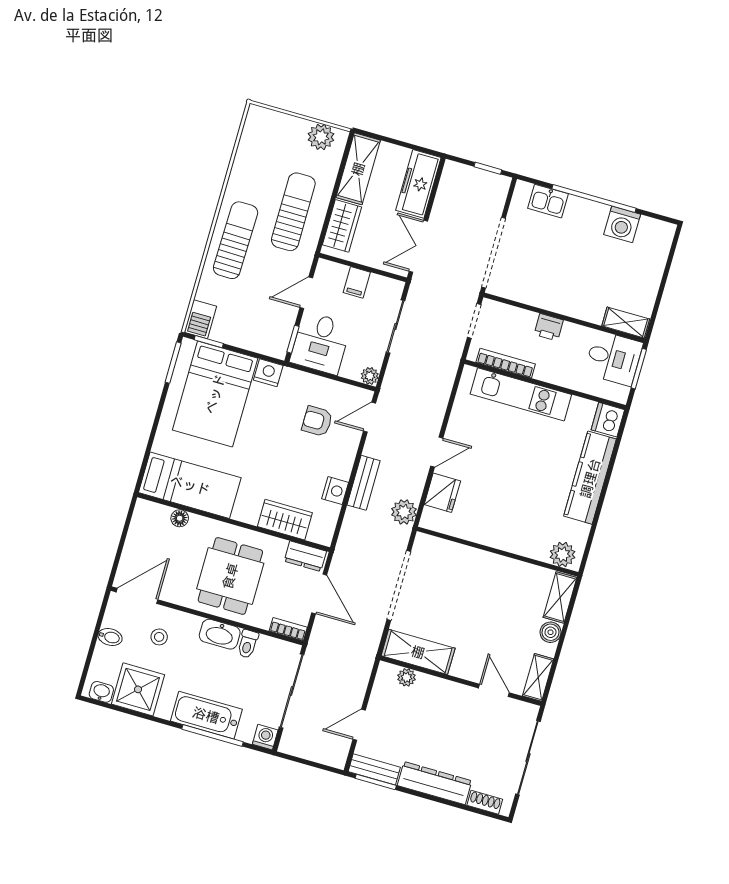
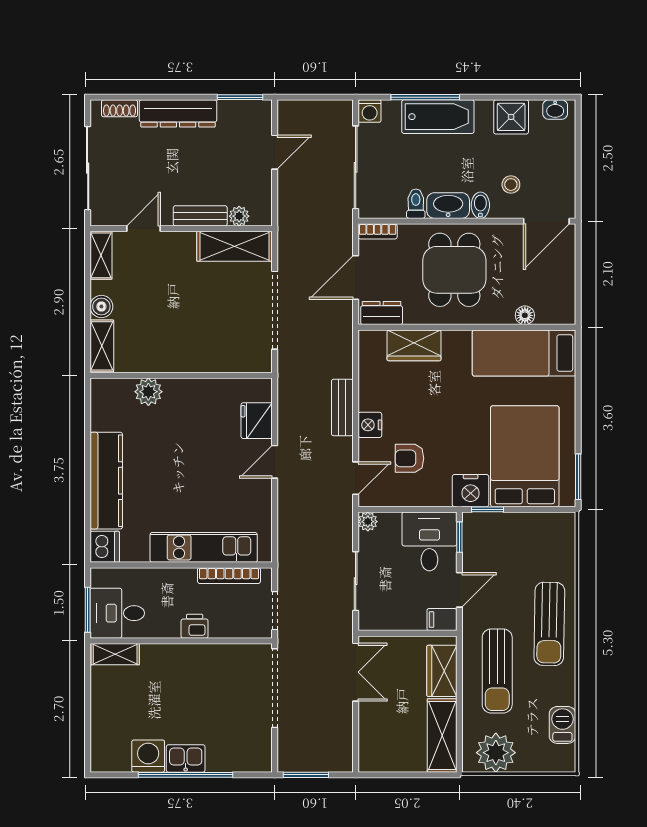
plant: (321, 137) -> (496, 753), width x1.36, depth x1.36
window: (488, 168) -> (306, 775), width x1.50
freezer: (418, 184) -> (374, 738), removed
kitchen sink: (548, 201) -> (186, 758), moved
filing cabinet: (357, 282) -> (442, 620), moved, turned -90
barbecue: (200, 319) -> (562, 725), moved
window: (209, 342) -> (488, 509), moved
nightstand: (268, 373) -> (471, 491), width x1.36, depth x1.33
armchair: (317, 421) -> (409, 458), turned 180
nightstand: (335, 491) -> (370, 425), moved
plant: (404, 512) -> (291, 389), removed
plant: (563, 554) -> (148, 392), moved
door: (319, 594) -> (356, 278), hinge flipped
bidet: (110, 637) -> (480, 205), moved, turned 90
shower: (138, 689) -> (511, 117), width x0.73, depth x0.73
door: (494, 690) -> (144, 229), swing flipped
bench: (374, 769) -> (200, 216), moved

